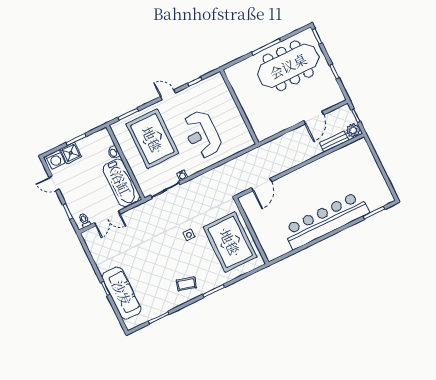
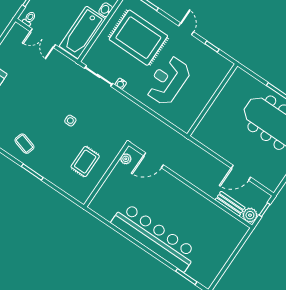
rug: (152, 139) -> (138, 38), turned 90
plant: (247, 207) -> (126, 159), added
rug: (230, 242) -> (85, 162), width x0.54, depth x0.49

